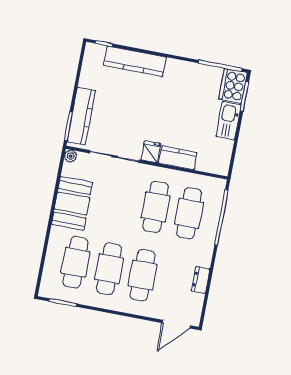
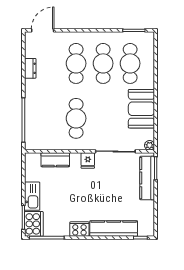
cooker: (178, 69) -> (79, 229), added
kitchen counter: (178, 158) -> (55, 160), moved
cafe table: (189, 213) -> (49, 118), removed

